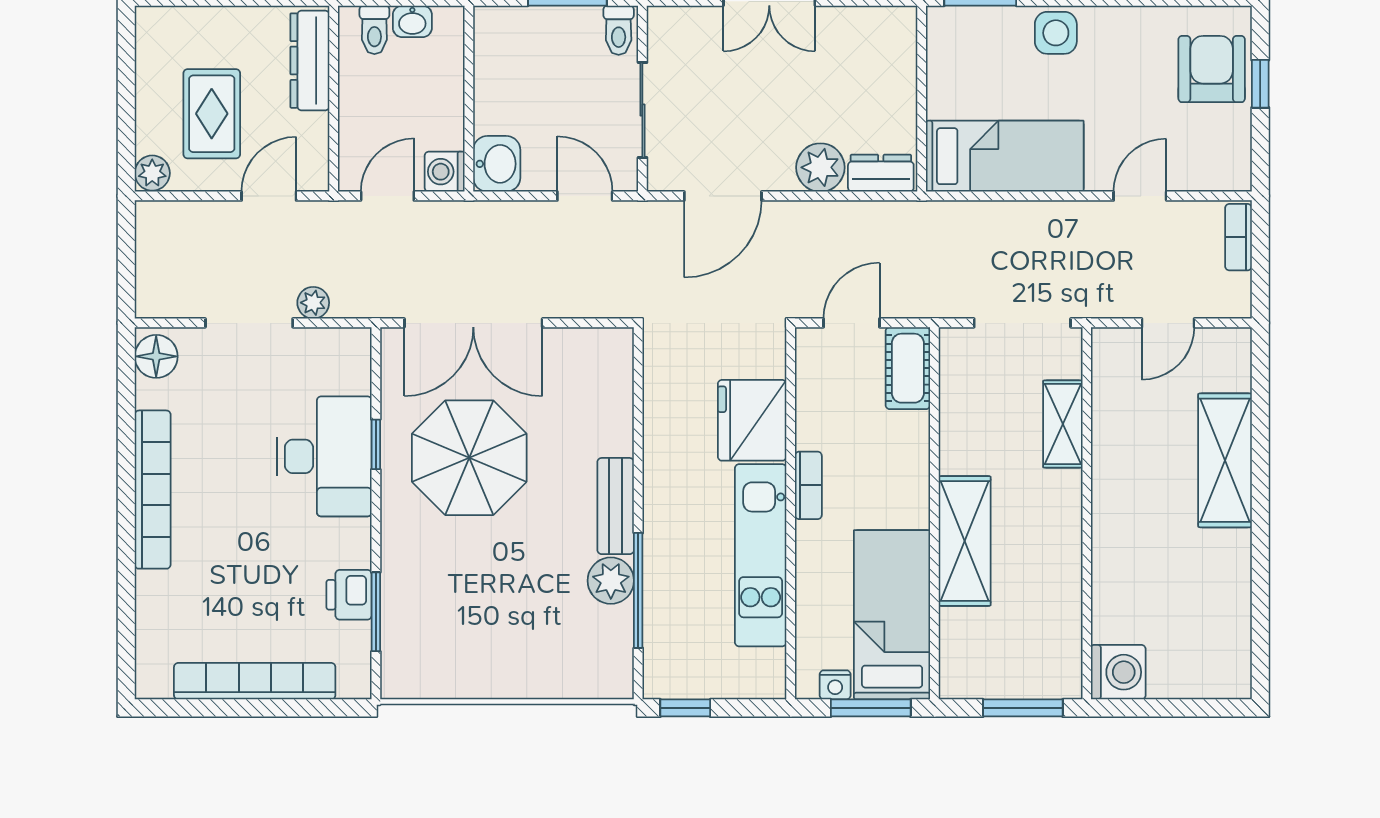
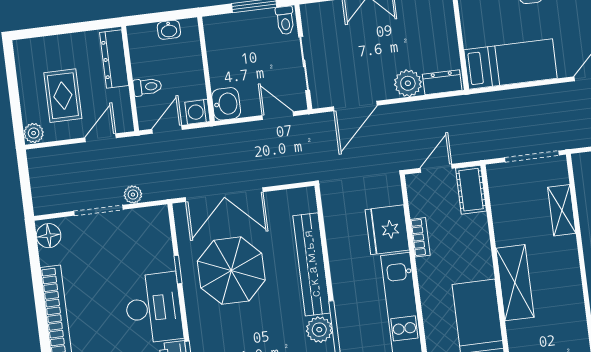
toilet: (374, 30) -> (147, 87), moved, turned -90
desk: (324, 456) -> (153, 308), moved
bookcase: (808, 485) -> (420, 237), moved
bench: (616, 506) -> (312, 264), width x1.86, depth x1.21

